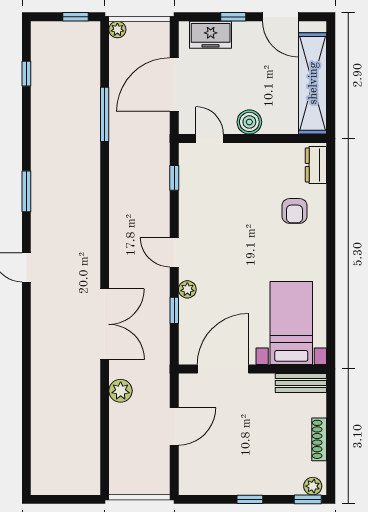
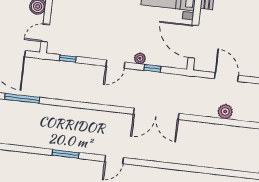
double door: (105, 324) -> (156, 114), swing flipped
plant: (121, 391) -> (225, 112), moved

